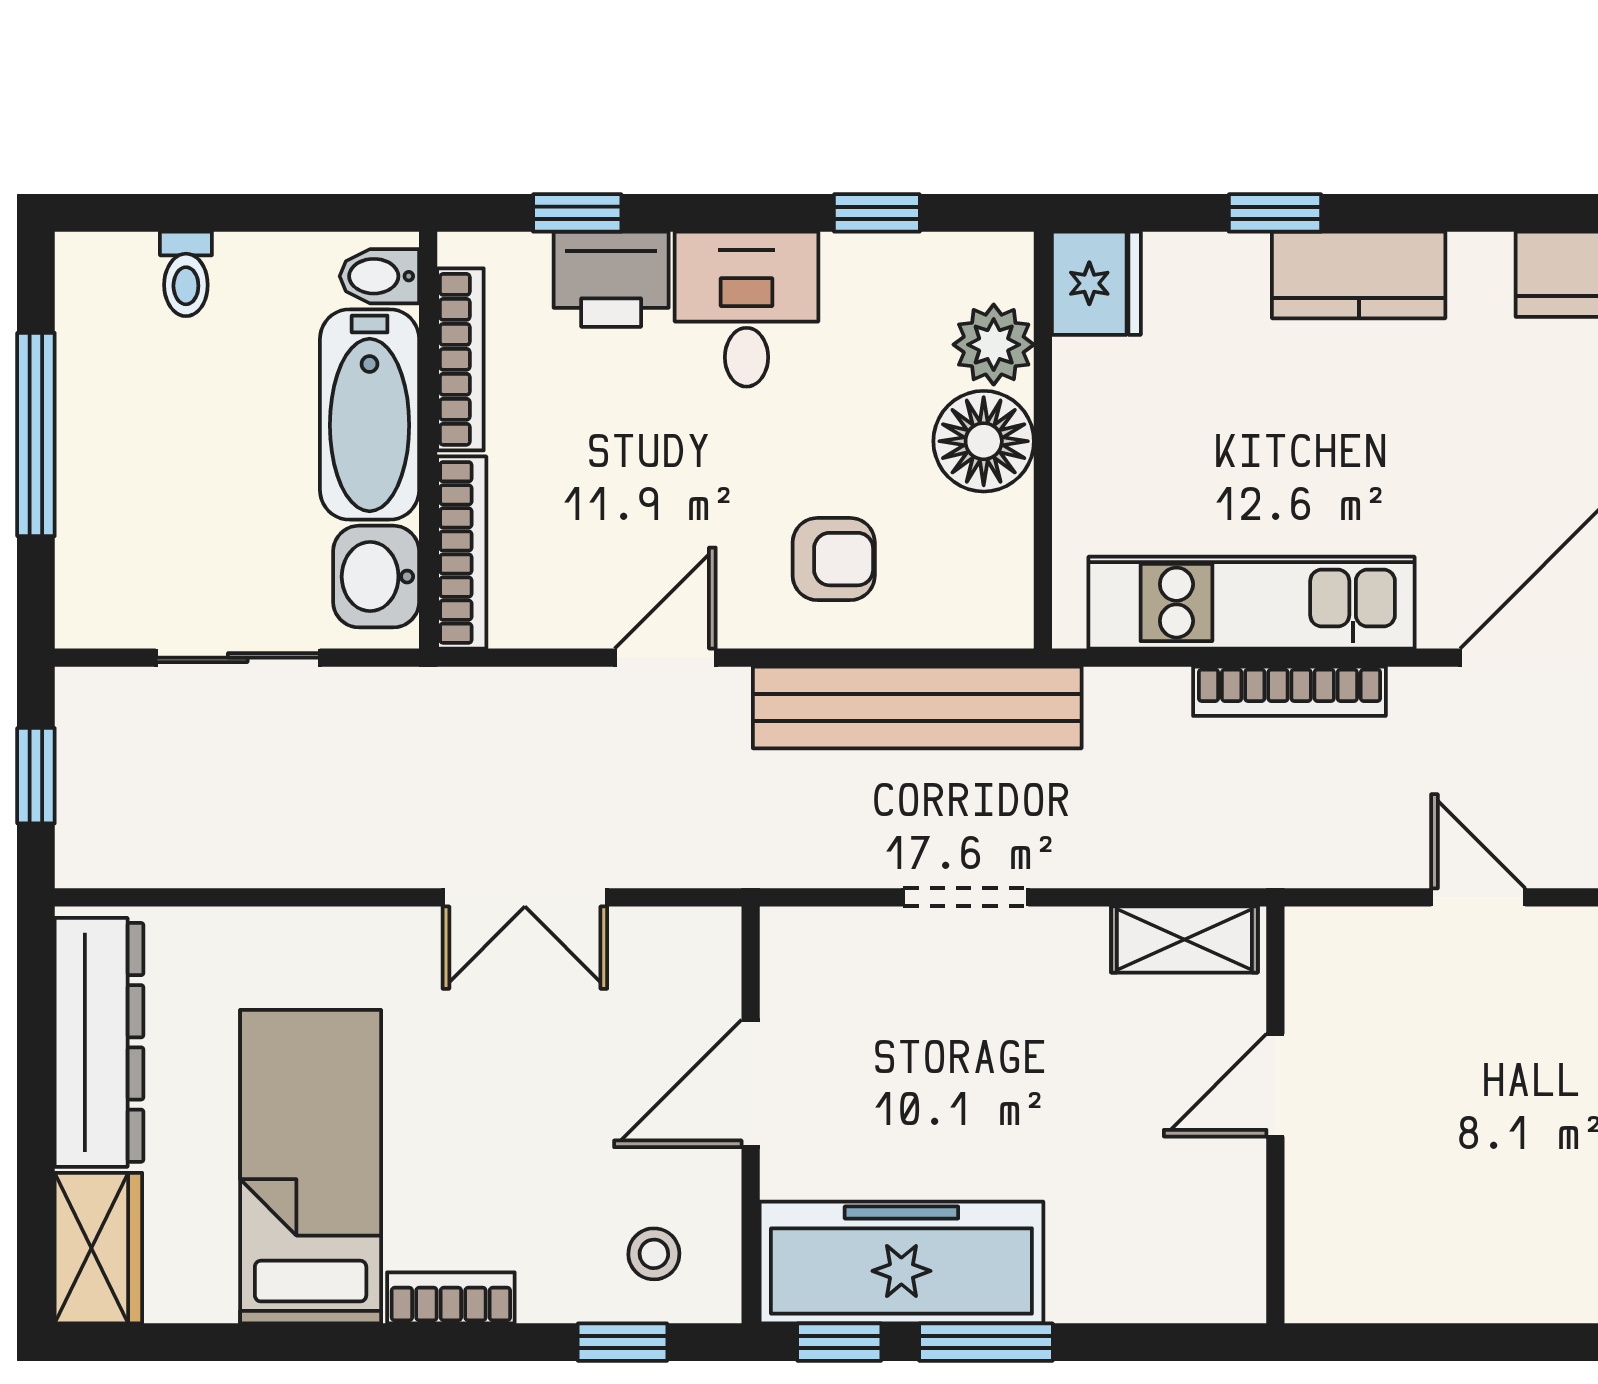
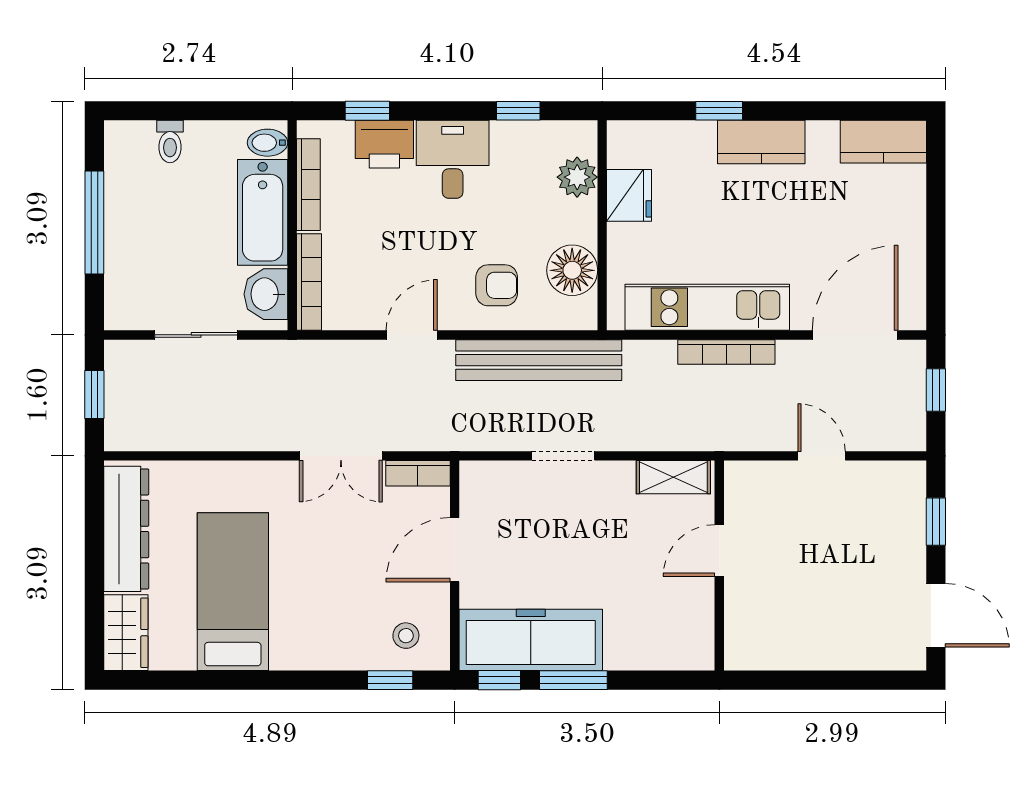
fridge: (1096, 283) -> (629, 195), moved
floor lamp: (984, 441) -> (572, 270), moved
bookcase: (451, 1298) -> (418, 473), moved, turned 180

